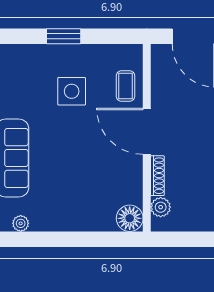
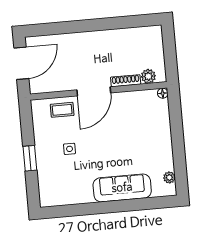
side table: (72, 91) -> (70, 149), width x0.54, depth x0.54
floor lamp: (130, 218) -> (163, 93), width x0.53, depth x0.53

